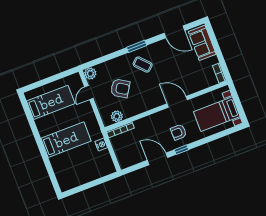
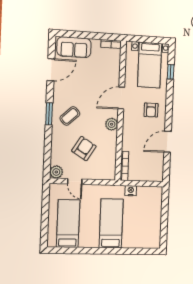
plant: (117, 116) -> (112, 124), moved
window: (181, 150) -> (171, 72), moved

